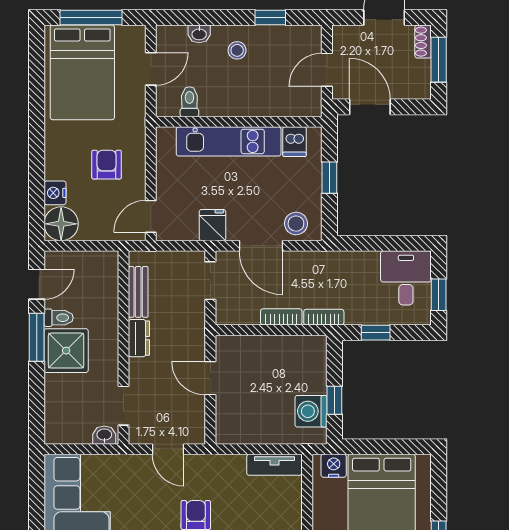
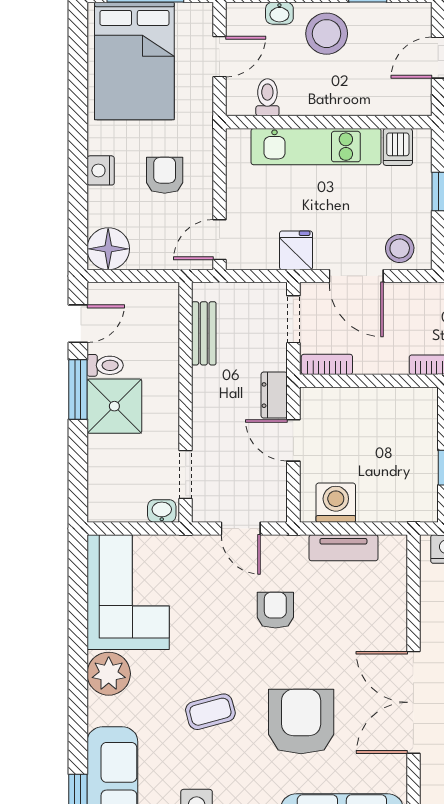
stool: (237, 50) -> (327, 34), width x1.89, depth x1.89
nightstand: (55, 193) -> (101, 170), moved
bookcase: (281, 317) -> (327, 364), moved
dresser: (139, 338) -> (274, 395), moved, turned 180
washing machine: (311, 411) -> (336, 503), moved, turned 90
tv unit: (274, 465) -> (343, 548), moved

